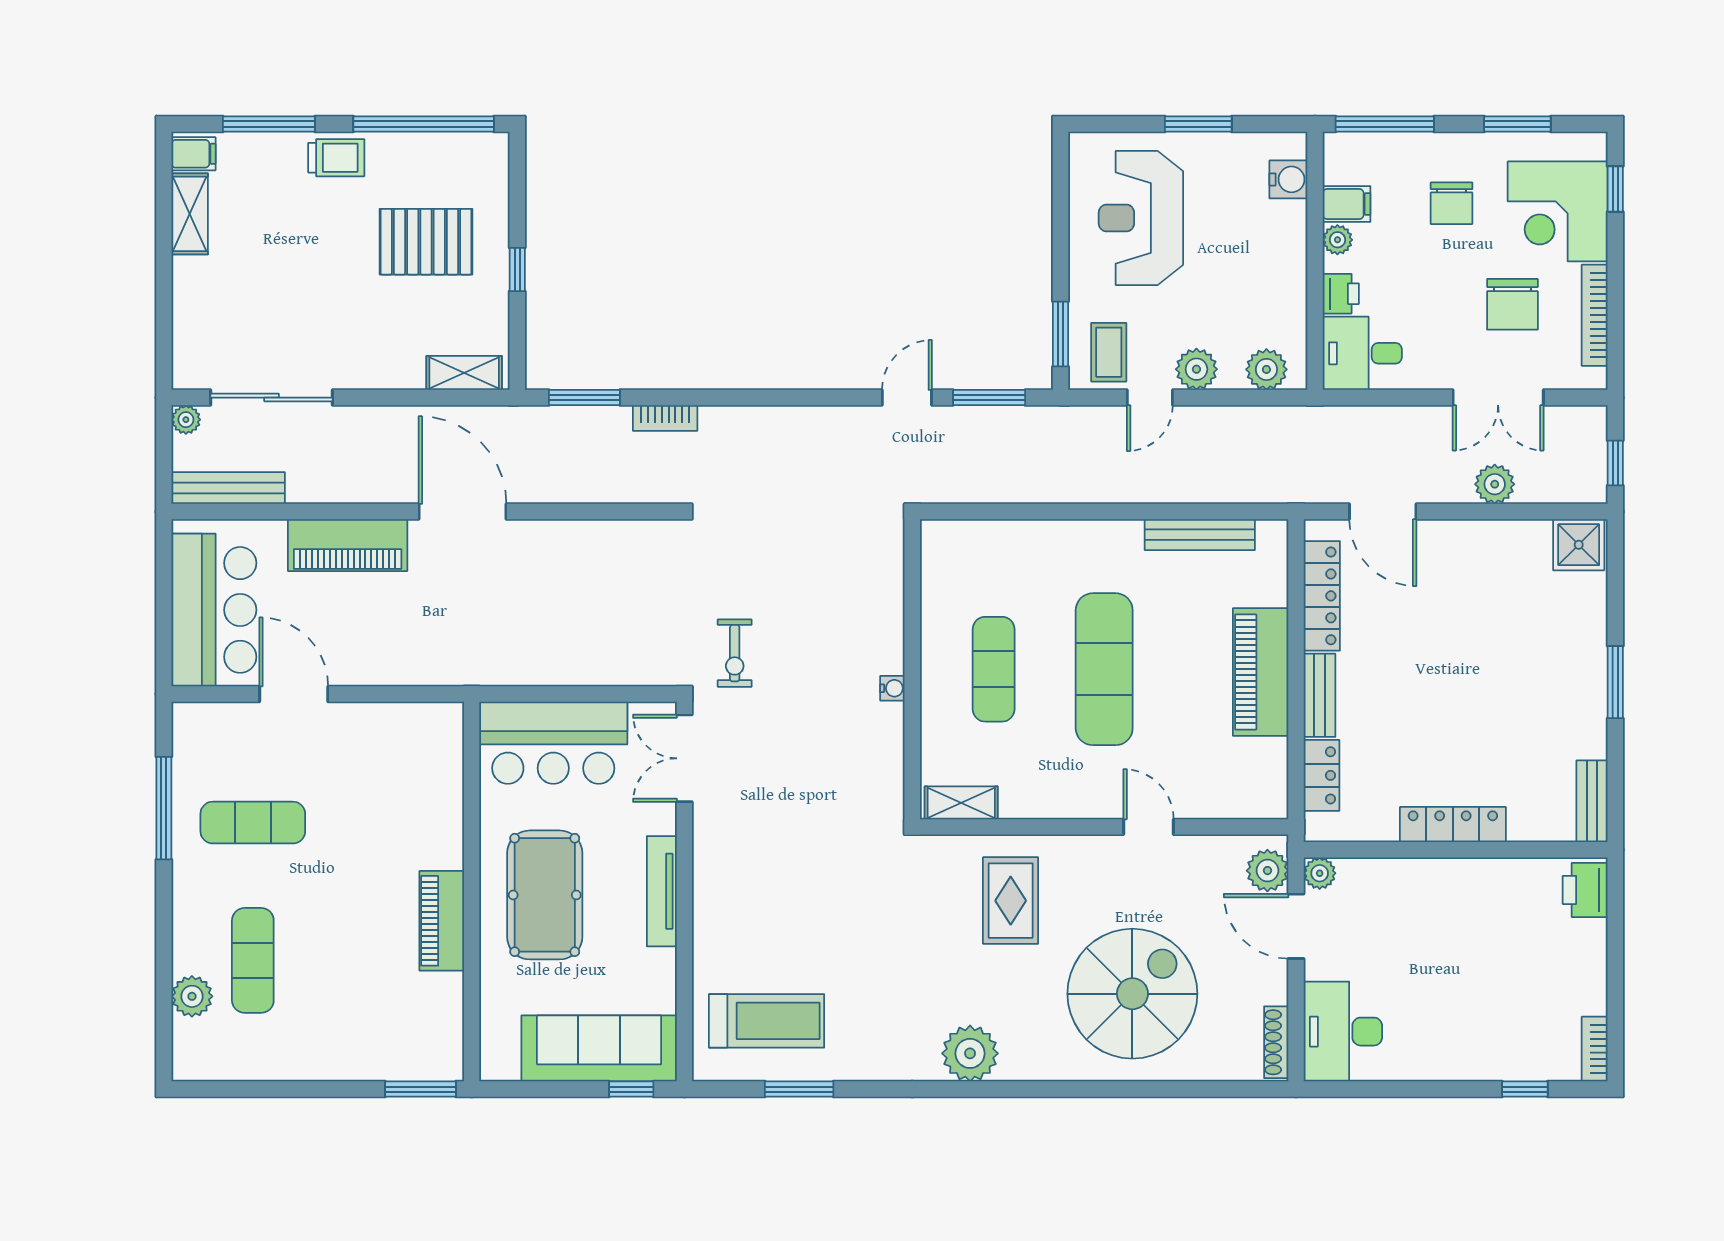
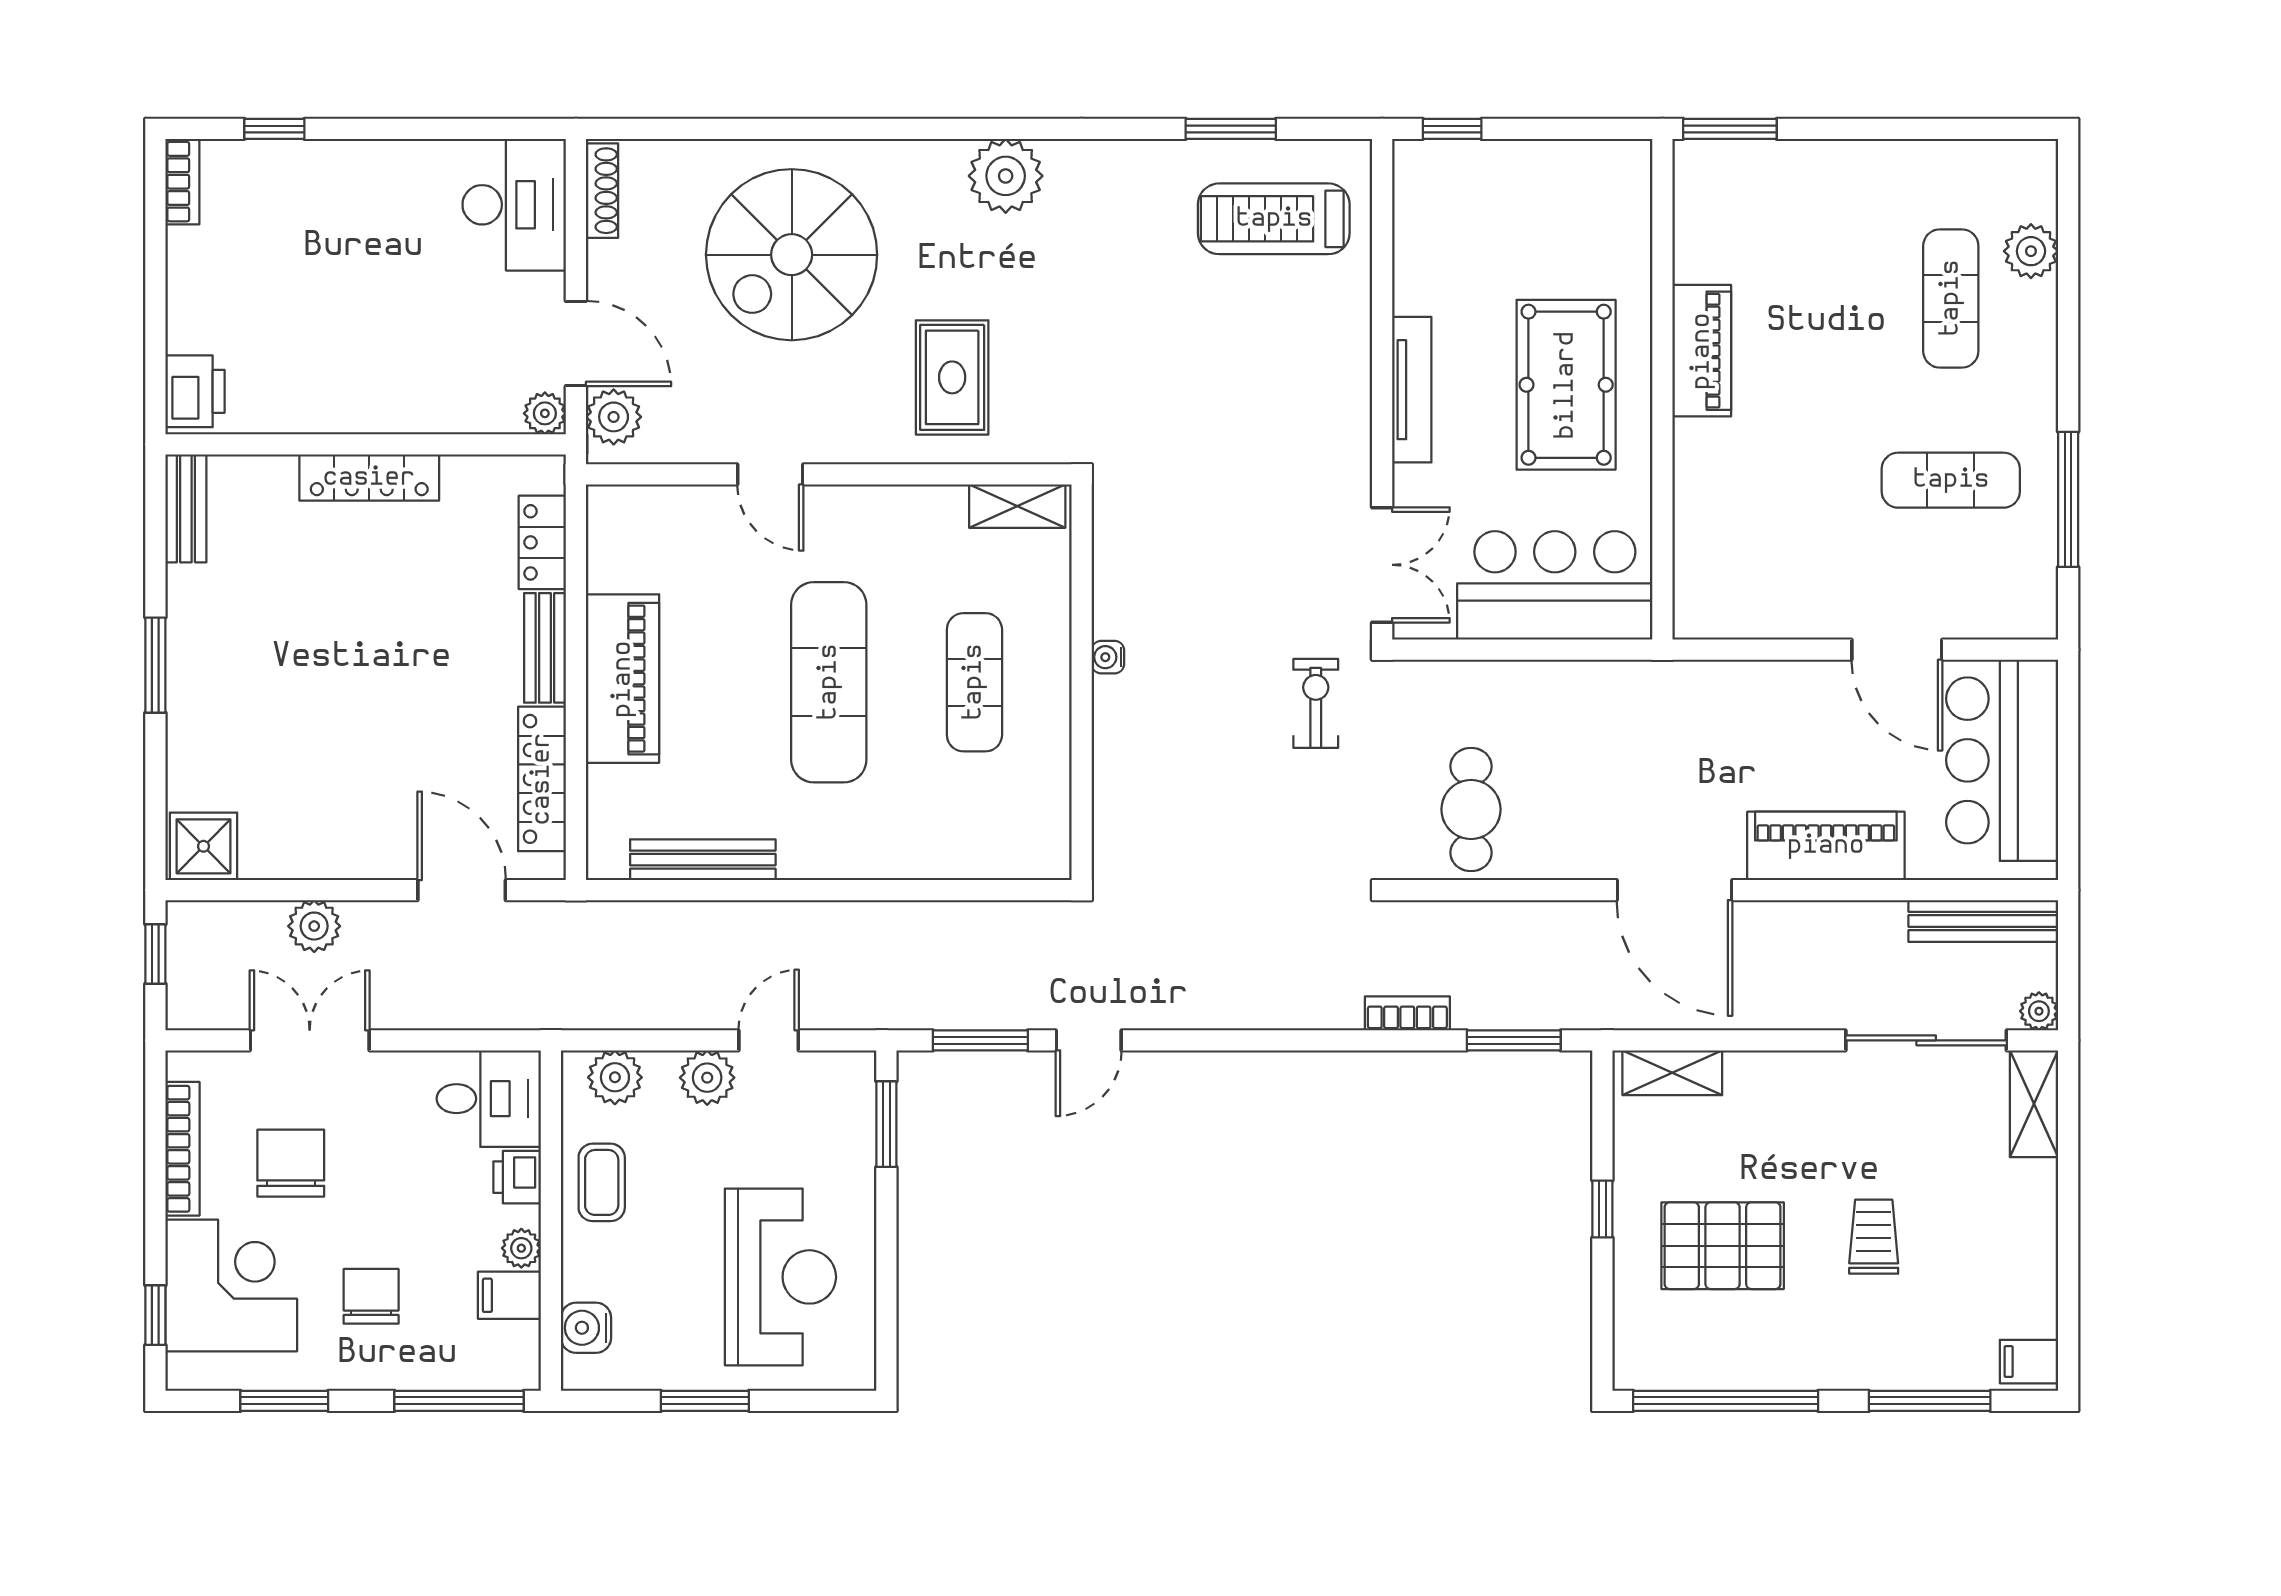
trolley: (336, 158) -> (1874, 1237), moved, turned 90
shelving: (190, 214) -> (2034, 1104), moved
coffee table: (1109, 352) -> (602, 1182), moved
cafe table: (617, 573) -> (1471, 809), added
sofa: (599, 1048) -> (1494, 183), removed

